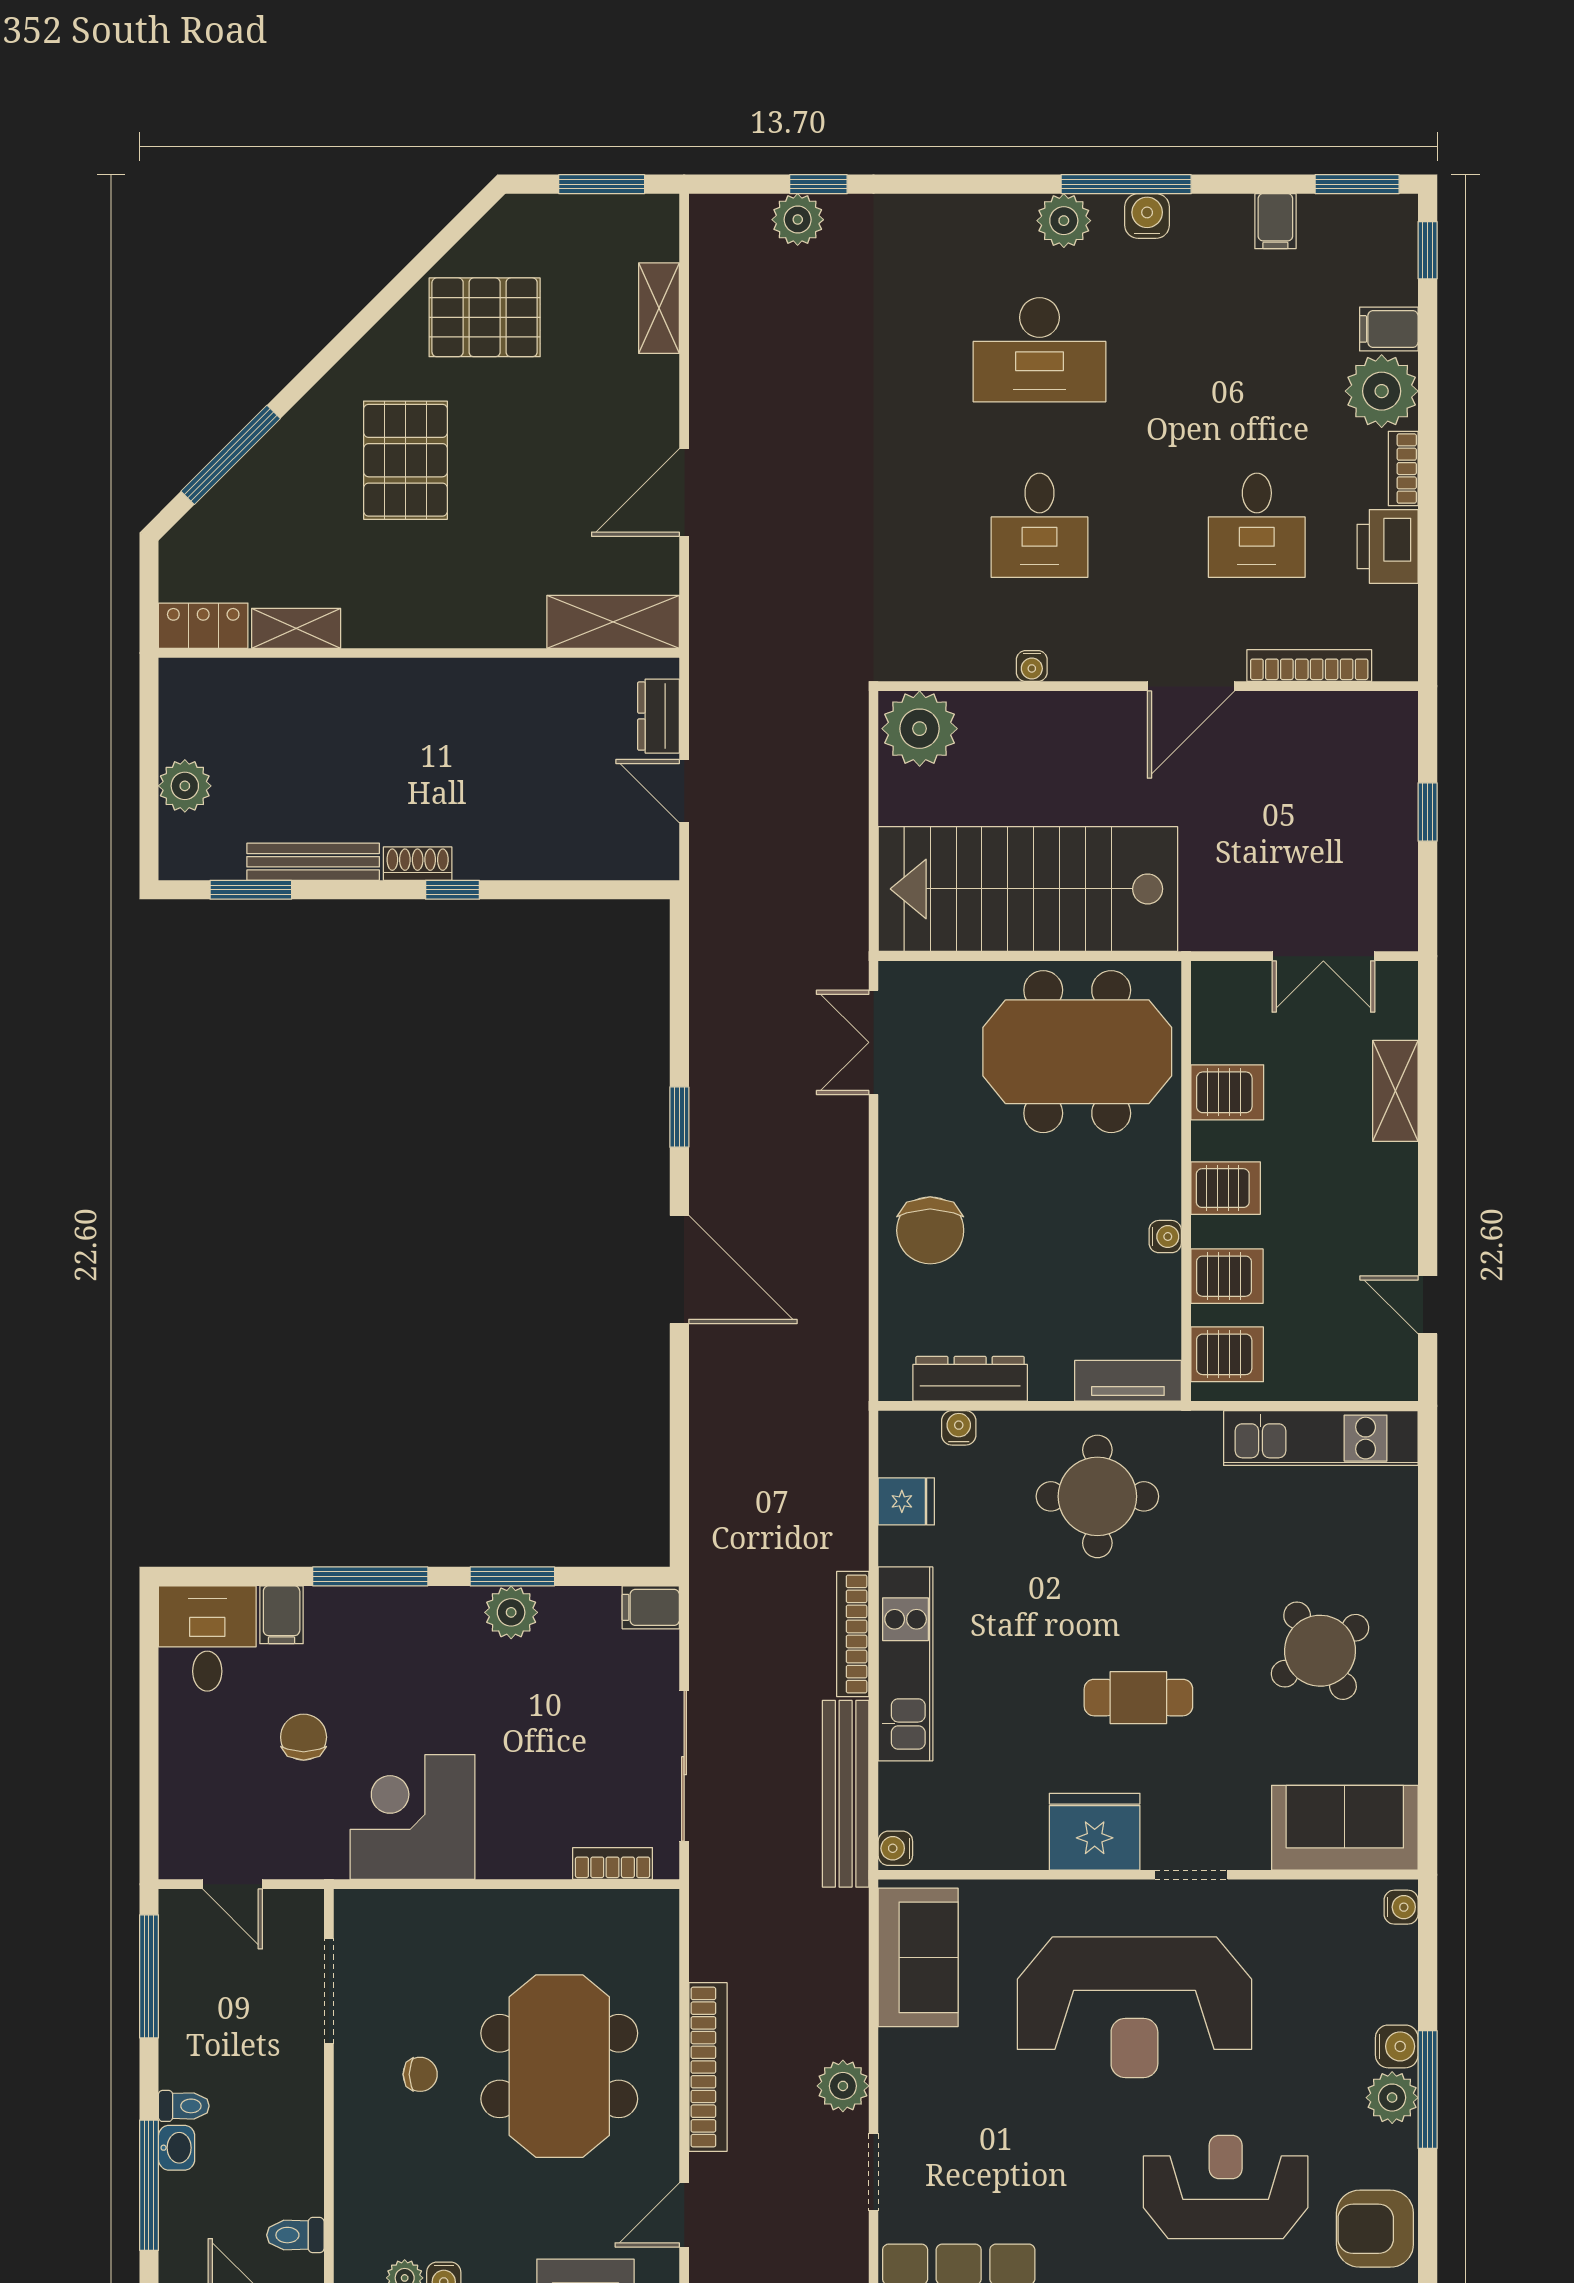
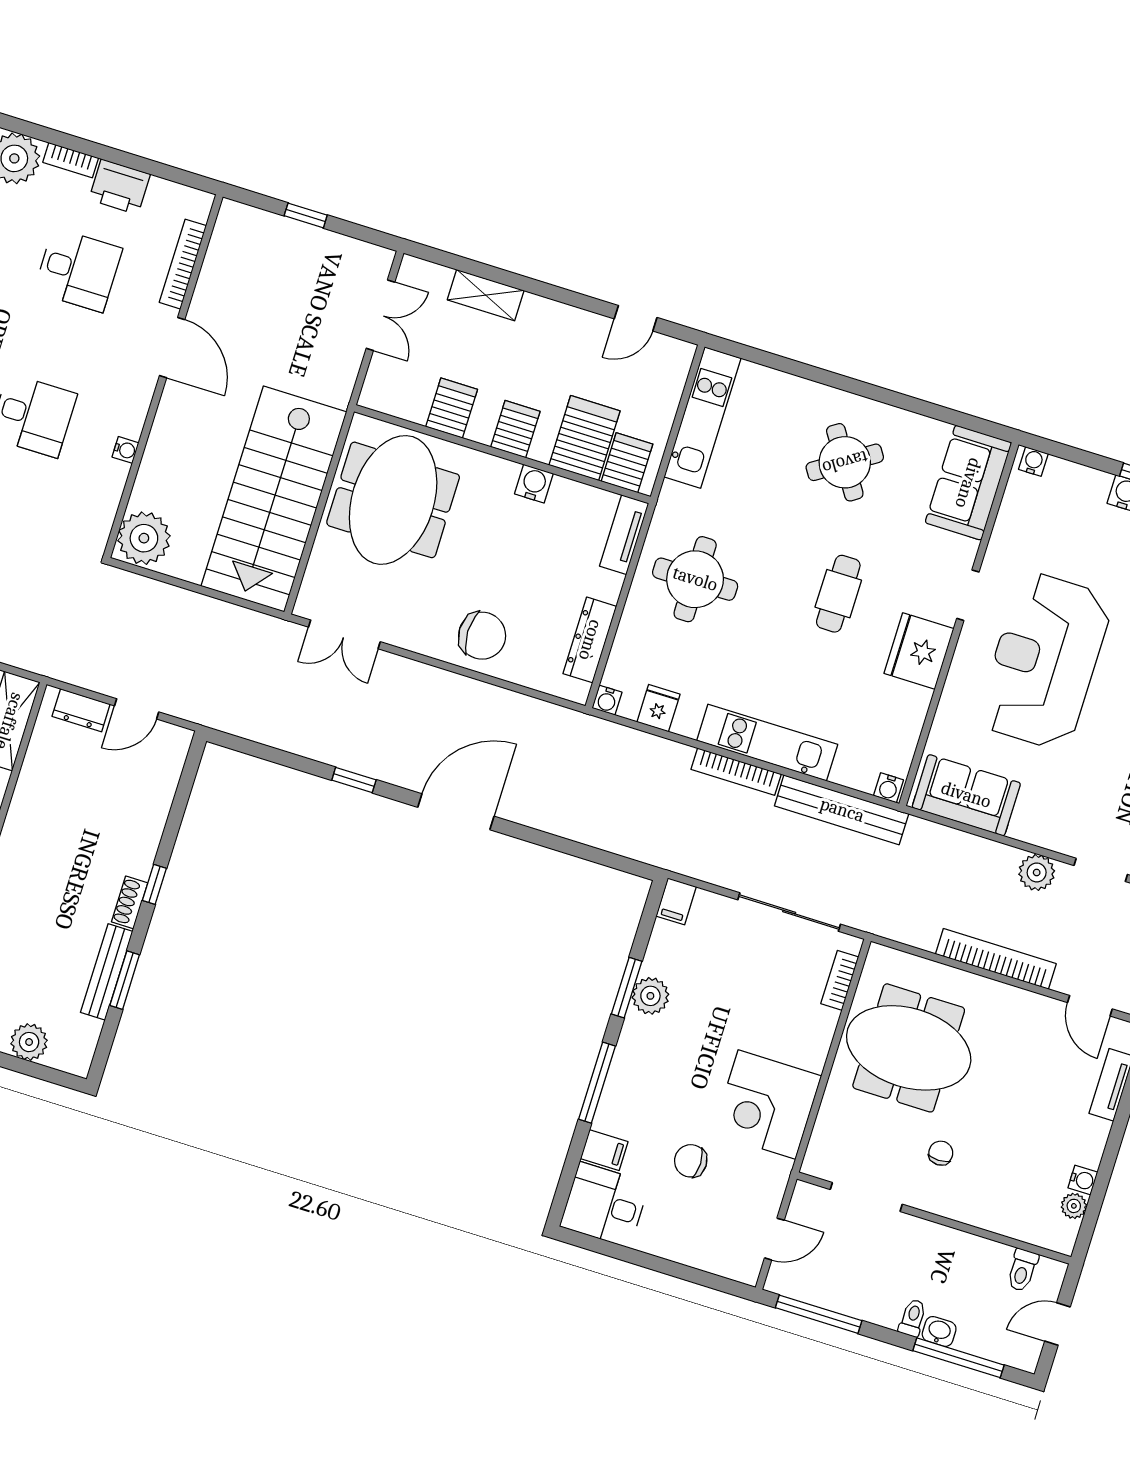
window: (251, 890) -> (125, 980), moved
water cooler: (1165, 1237) -> (534, 484), width x1.38, depth x1.38
server rack: (1227, 1276) -> (585, 438), width x1.36, depth x1.44
water cooler: (959, 1428) -> (607, 700), moved, turned -90
reception desk: (1134, 2007) -> (1045, 661), turned 180
meeting table: (559, 2066) -> (909, 1048), moved

